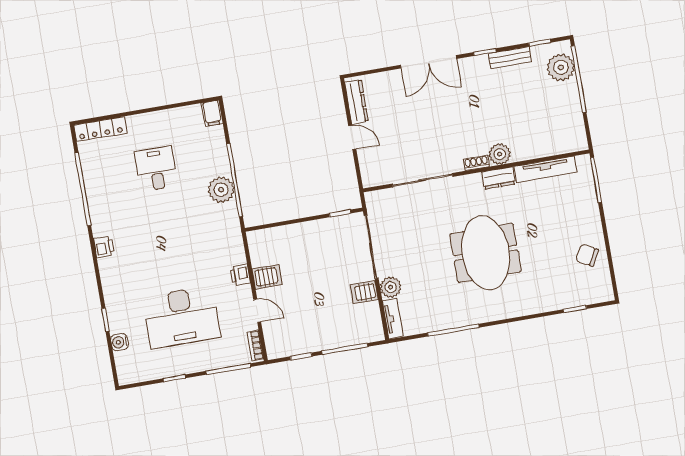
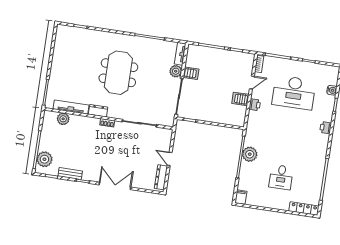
plant: (500, 154) -> (63, 119), moved
printer: (104, 247) -> (326, 128), moved
chair: (587, 255) -> (64, 53), removed
door: (257, 311) -> (252, 82), swing flipped
desk: (182, 317) -> (294, 93), turned 180

